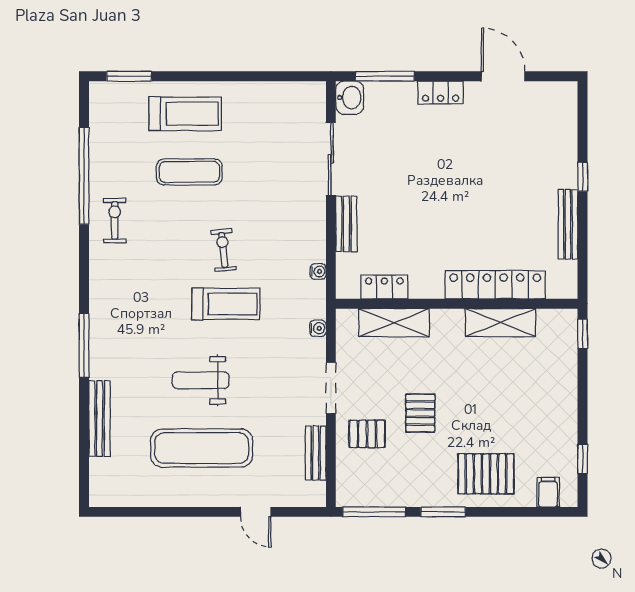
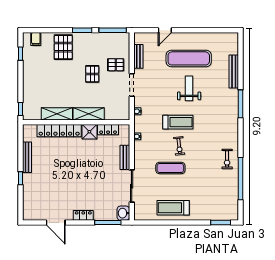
treadmill: (185, 114) -> (173, 208), moved
exercise mat: (189, 172) -> (170, 168), moved
shower: (427, 282) -> (89, 132), added
treadmill: (226, 304) -> (178, 122), turned 180
shelving: (394, 323) -> (89, 114), moved
weight bench: (201, 380) -> (189, 88), turned -90
pallet: (486, 474) -> (63, 47), turned 90
door: (256, 512) -> (165, 30), swing flipped

